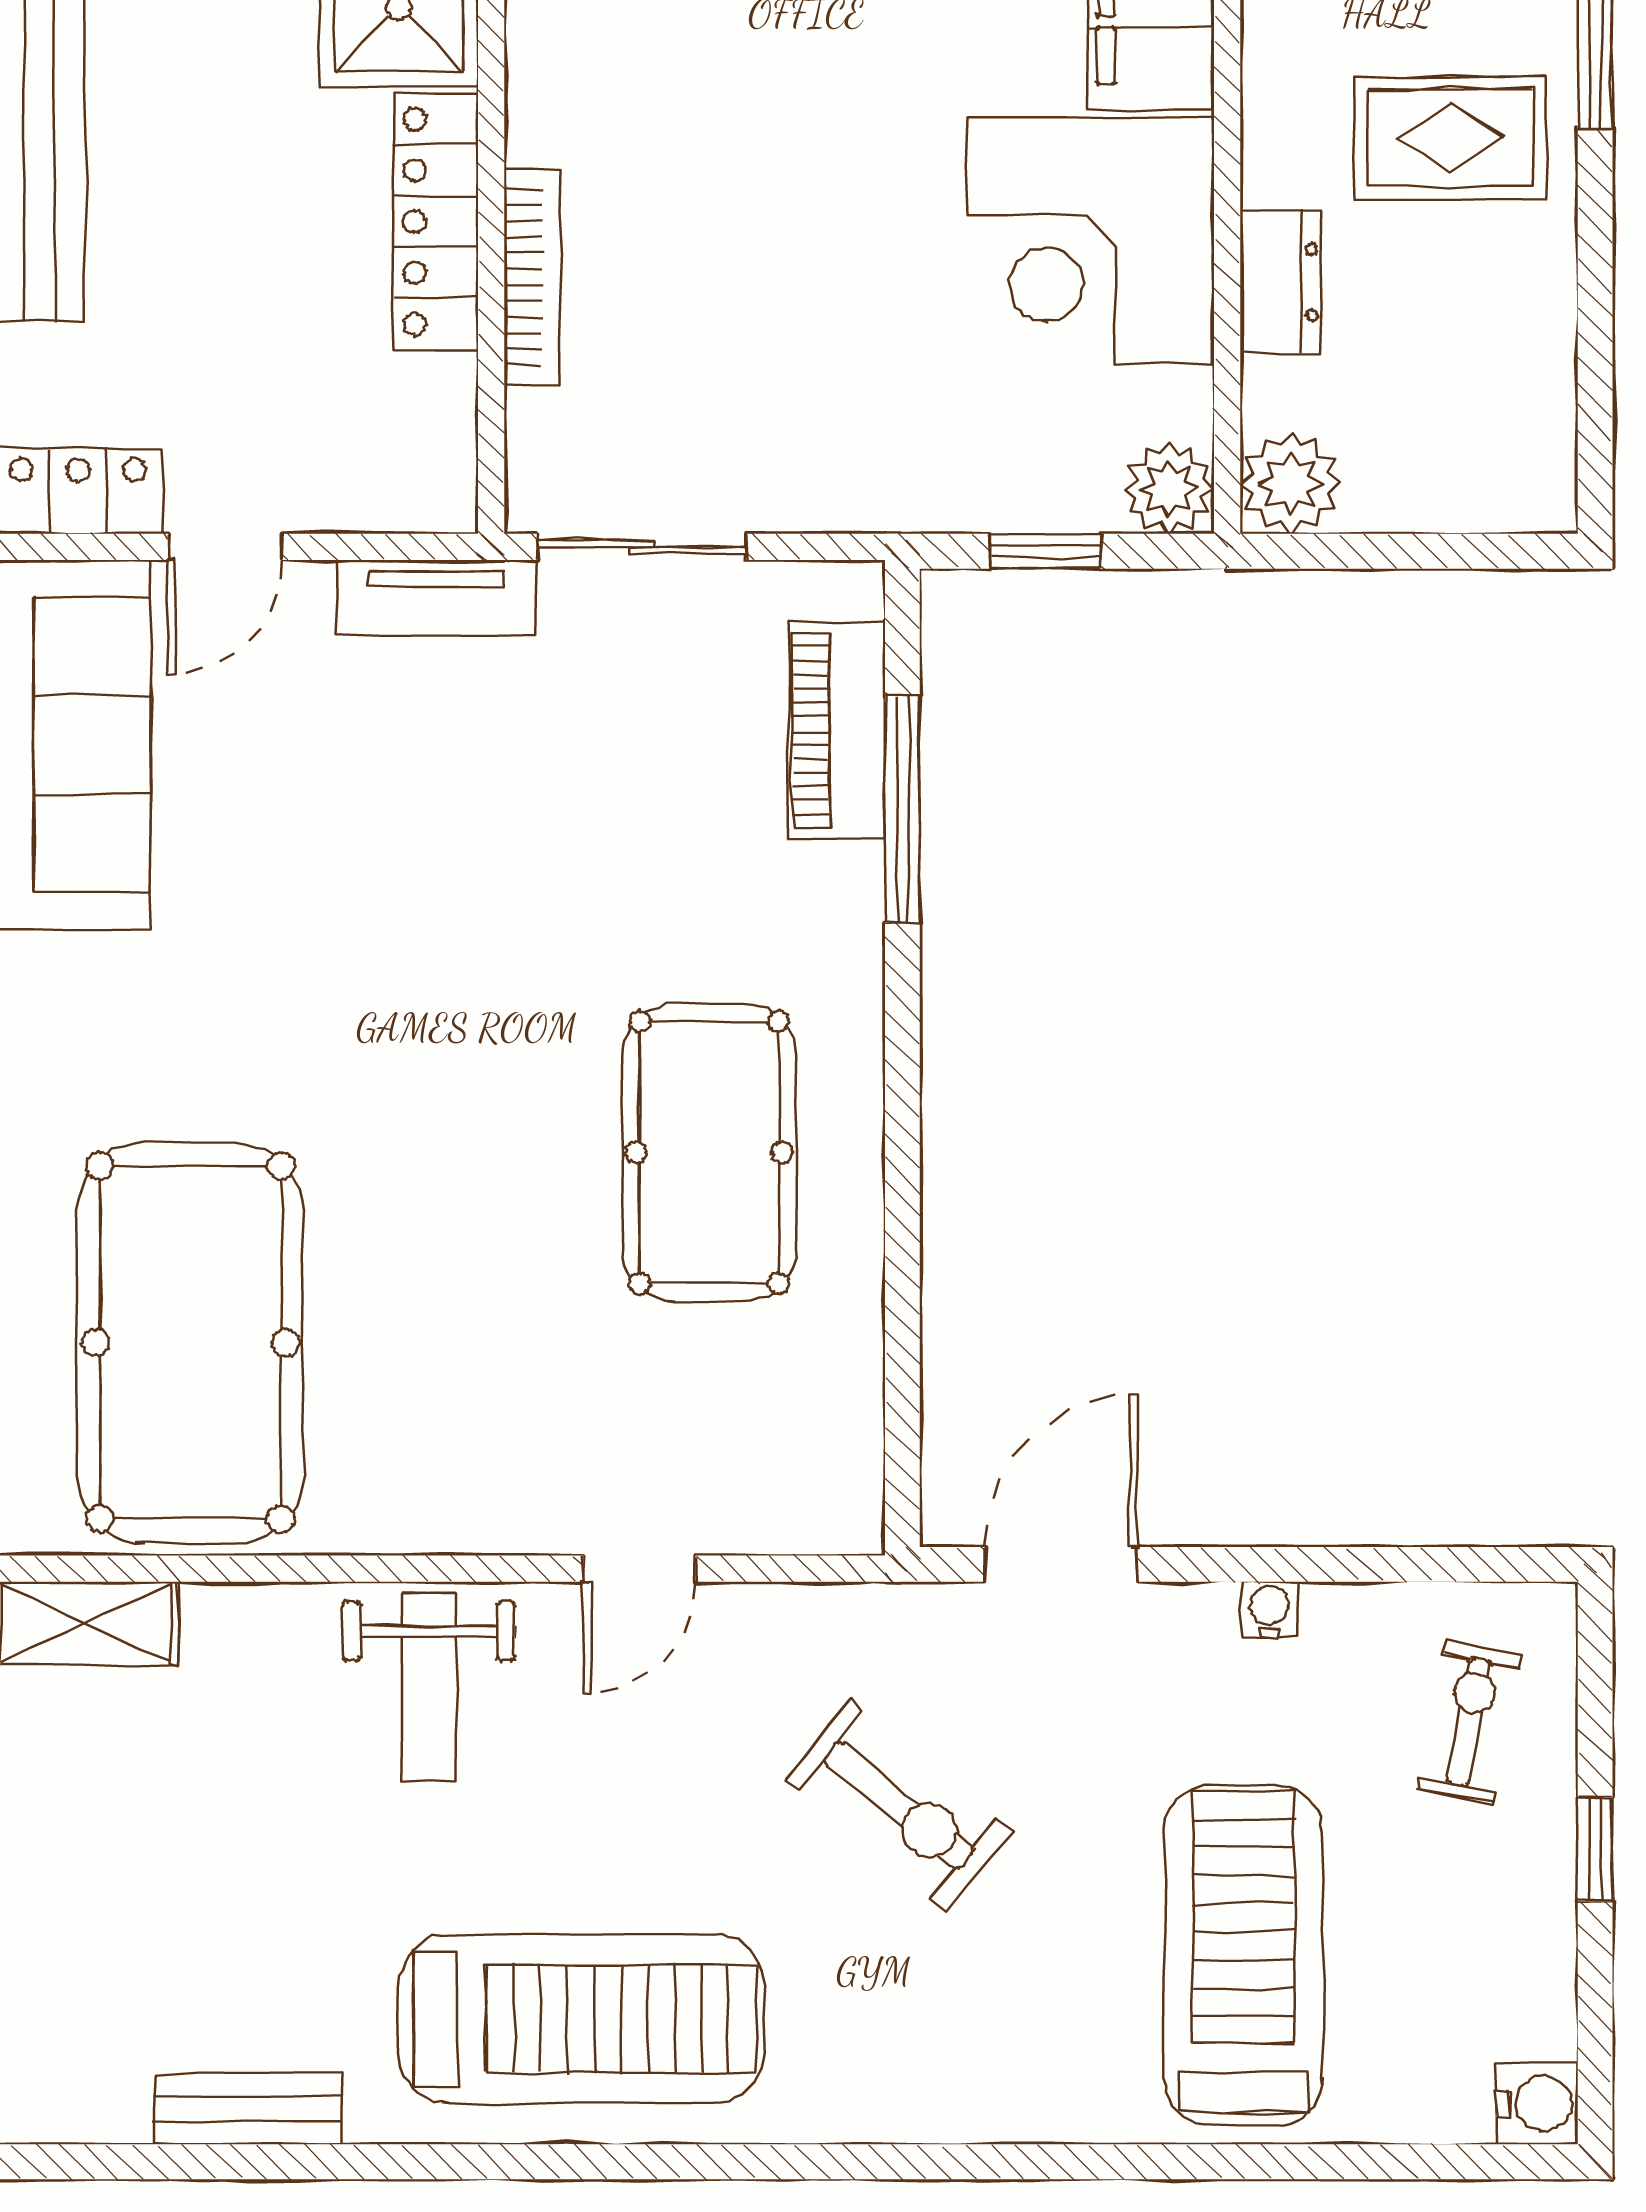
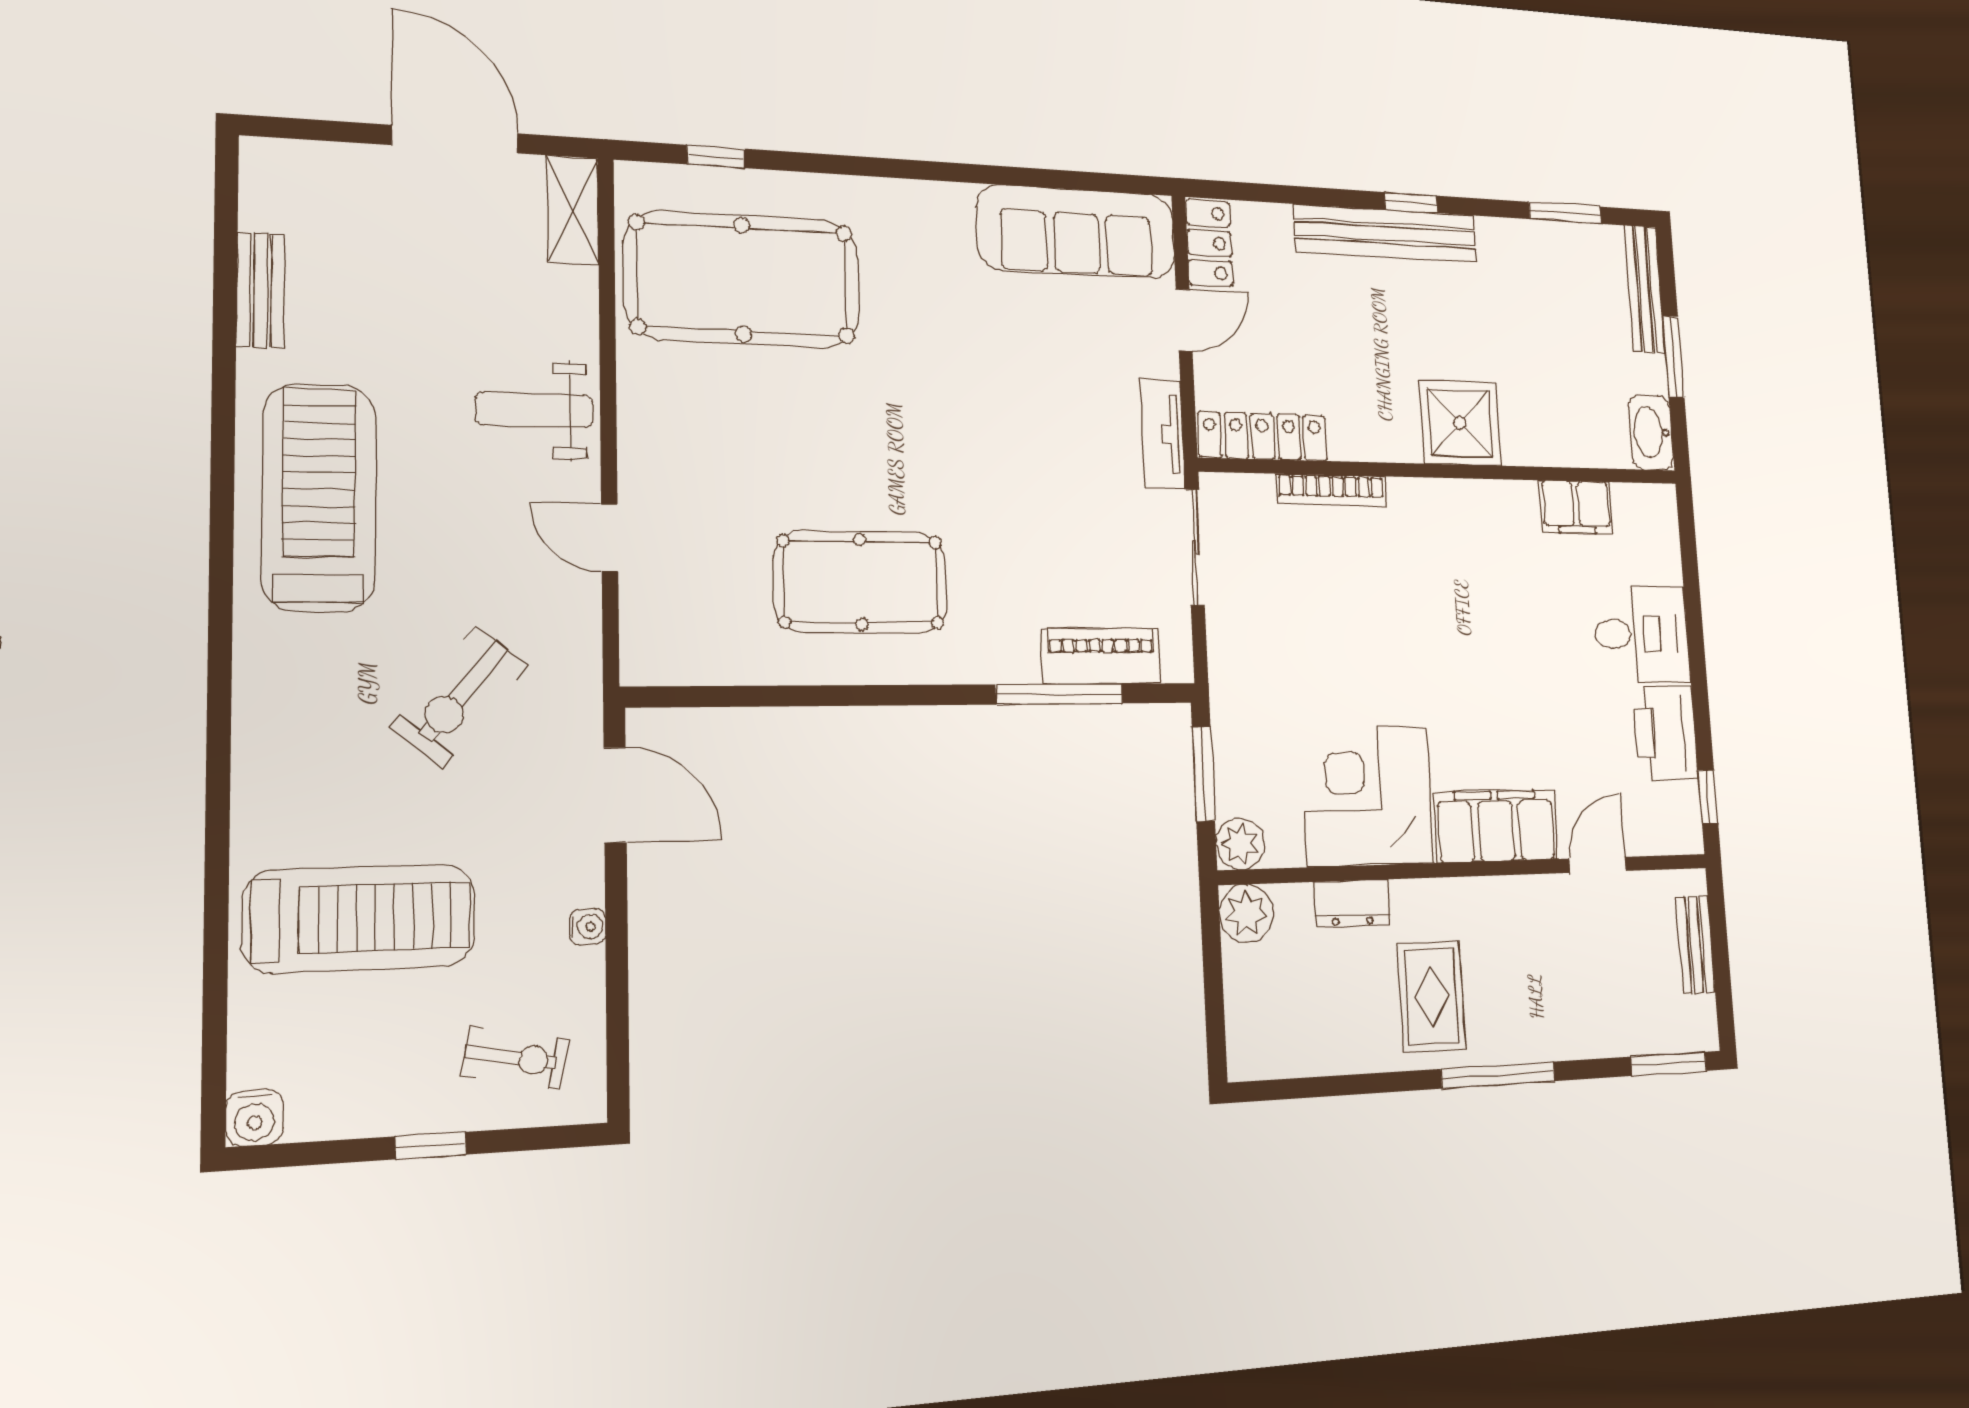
locker: (436, 222) -> (1263, 436), moved
door: (225, 547) -> (1184, 320), swing flipped
window: (1045, 551) -> (1203, 774), width x1.50
treadmill: (581, 2019) -> (319, 497), turned 180

